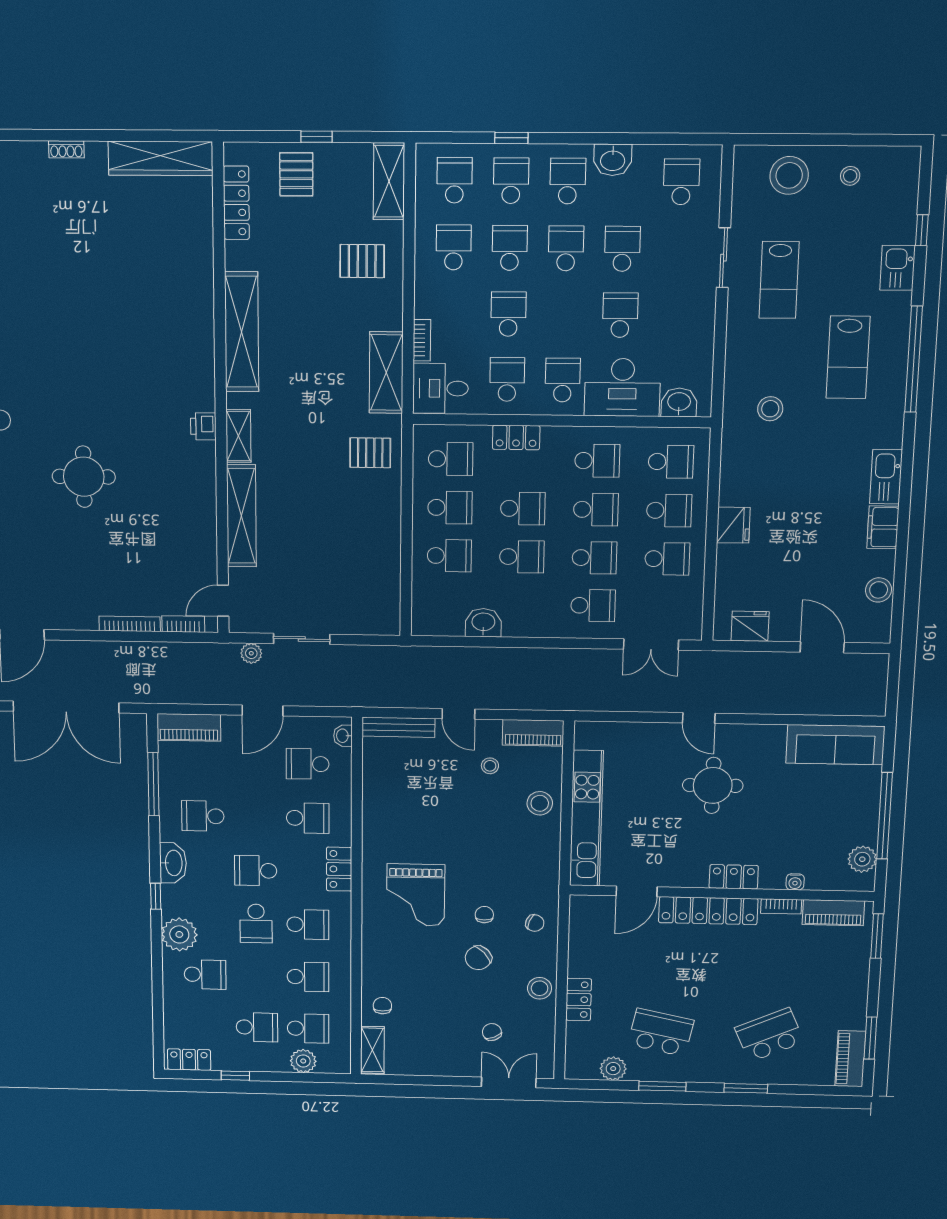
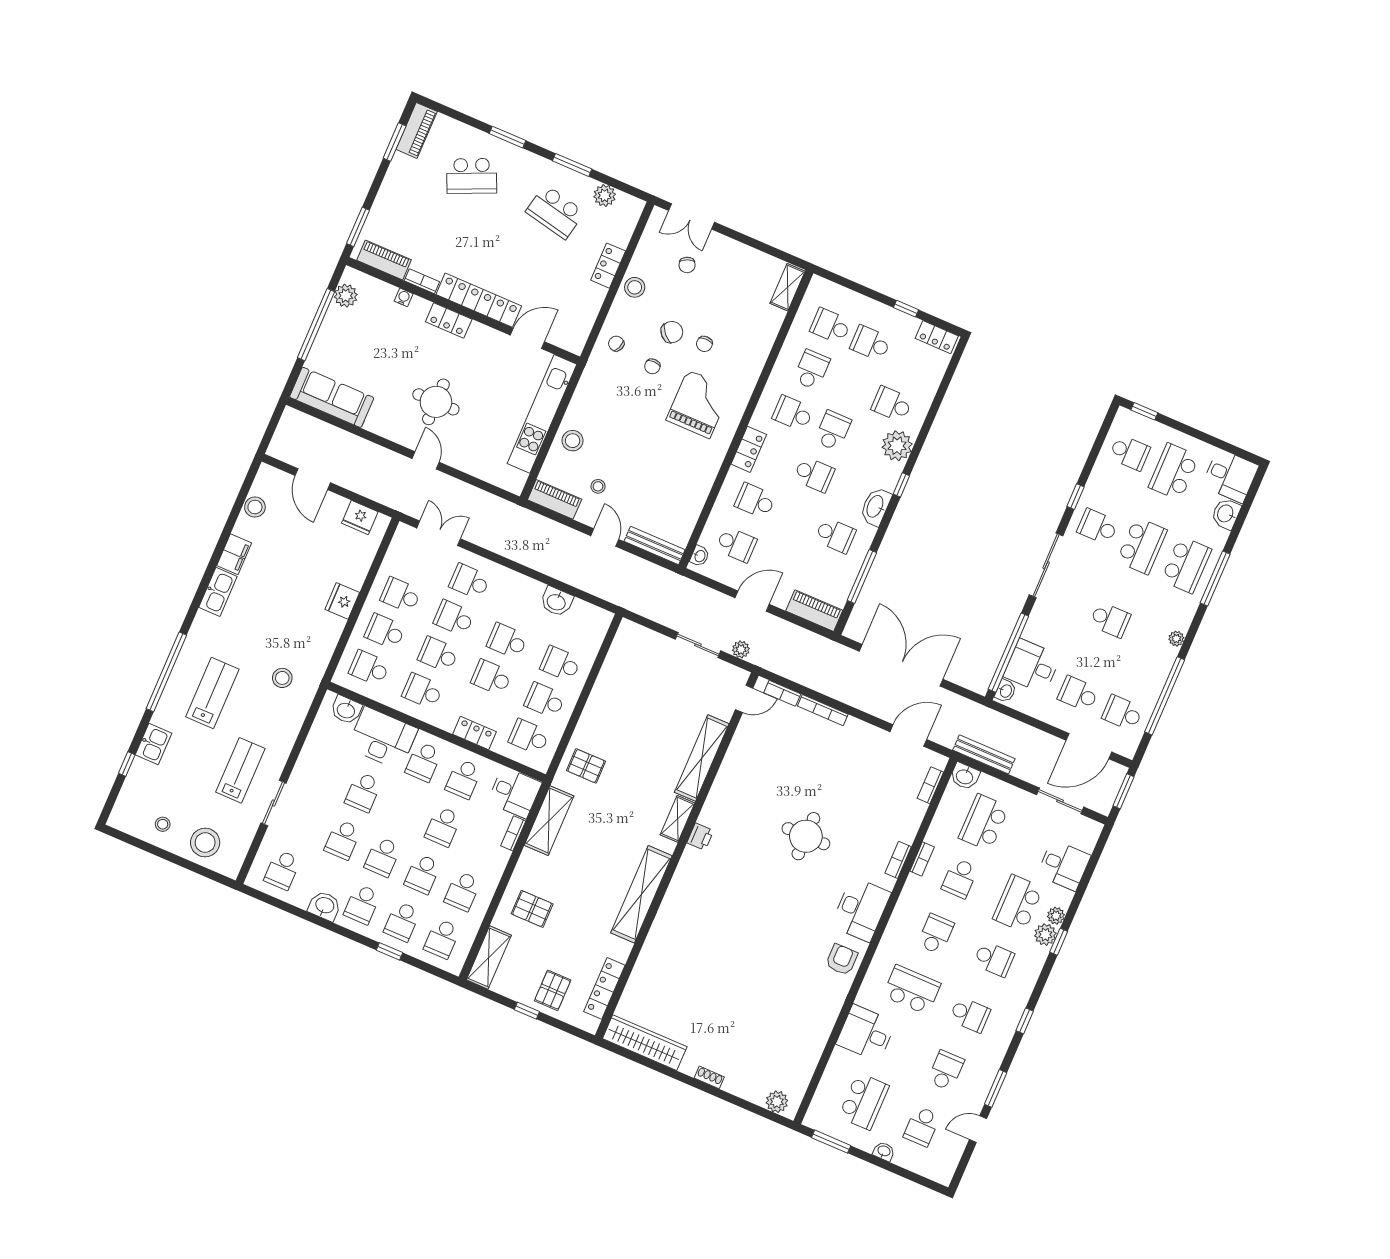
school desk: (308, 977) -> (812, 370), turned 90
chair: (382, 1006) -> (704, 344), moved
plant: (303, 1061) -> (846, 300), removed

